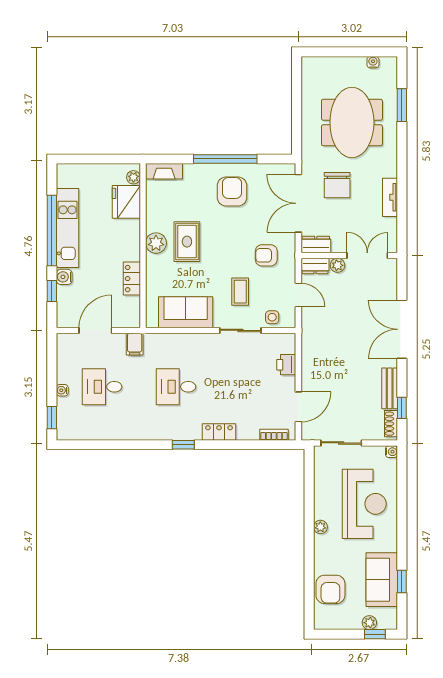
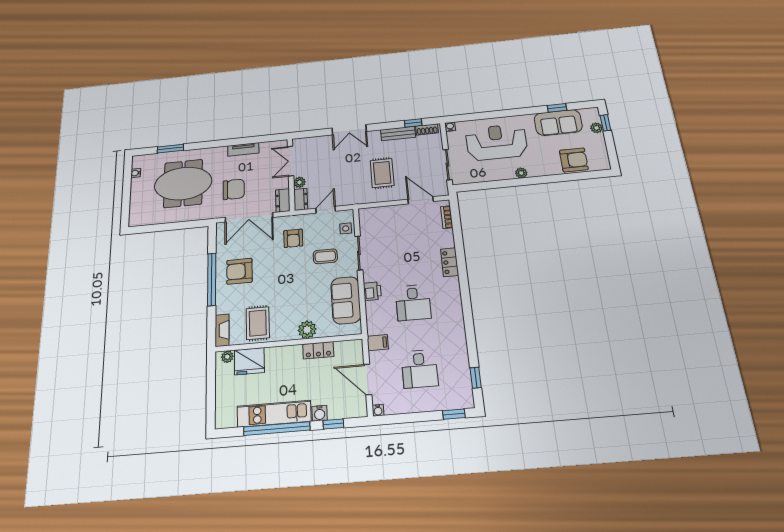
rug: (187, 242) -> (258, 323), moved, turned 90
plant: (156, 243) -> (307, 330), moved
double door: (402, 329) -> (349, 130), width x0.73
printer: (286, 365) -> (372, 291), moved, turned -90
rug: (339, 365) -> (382, 173), added
water cooler: (62, 390) -> (378, 410), moved
window: (183, 445) -> (476, 378), moved

